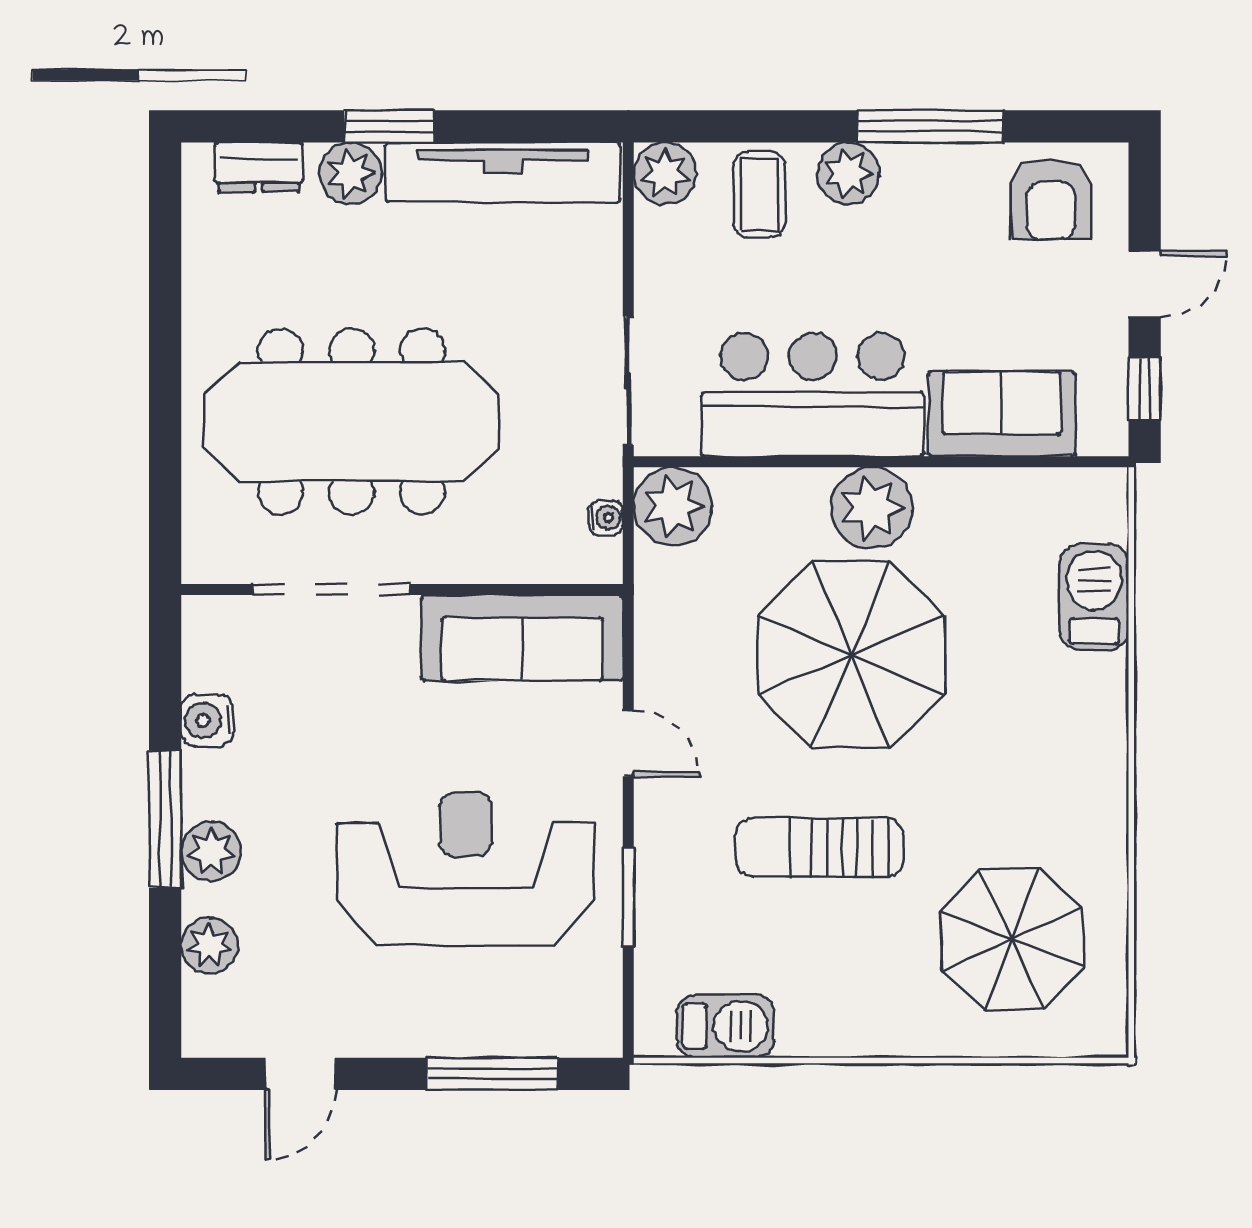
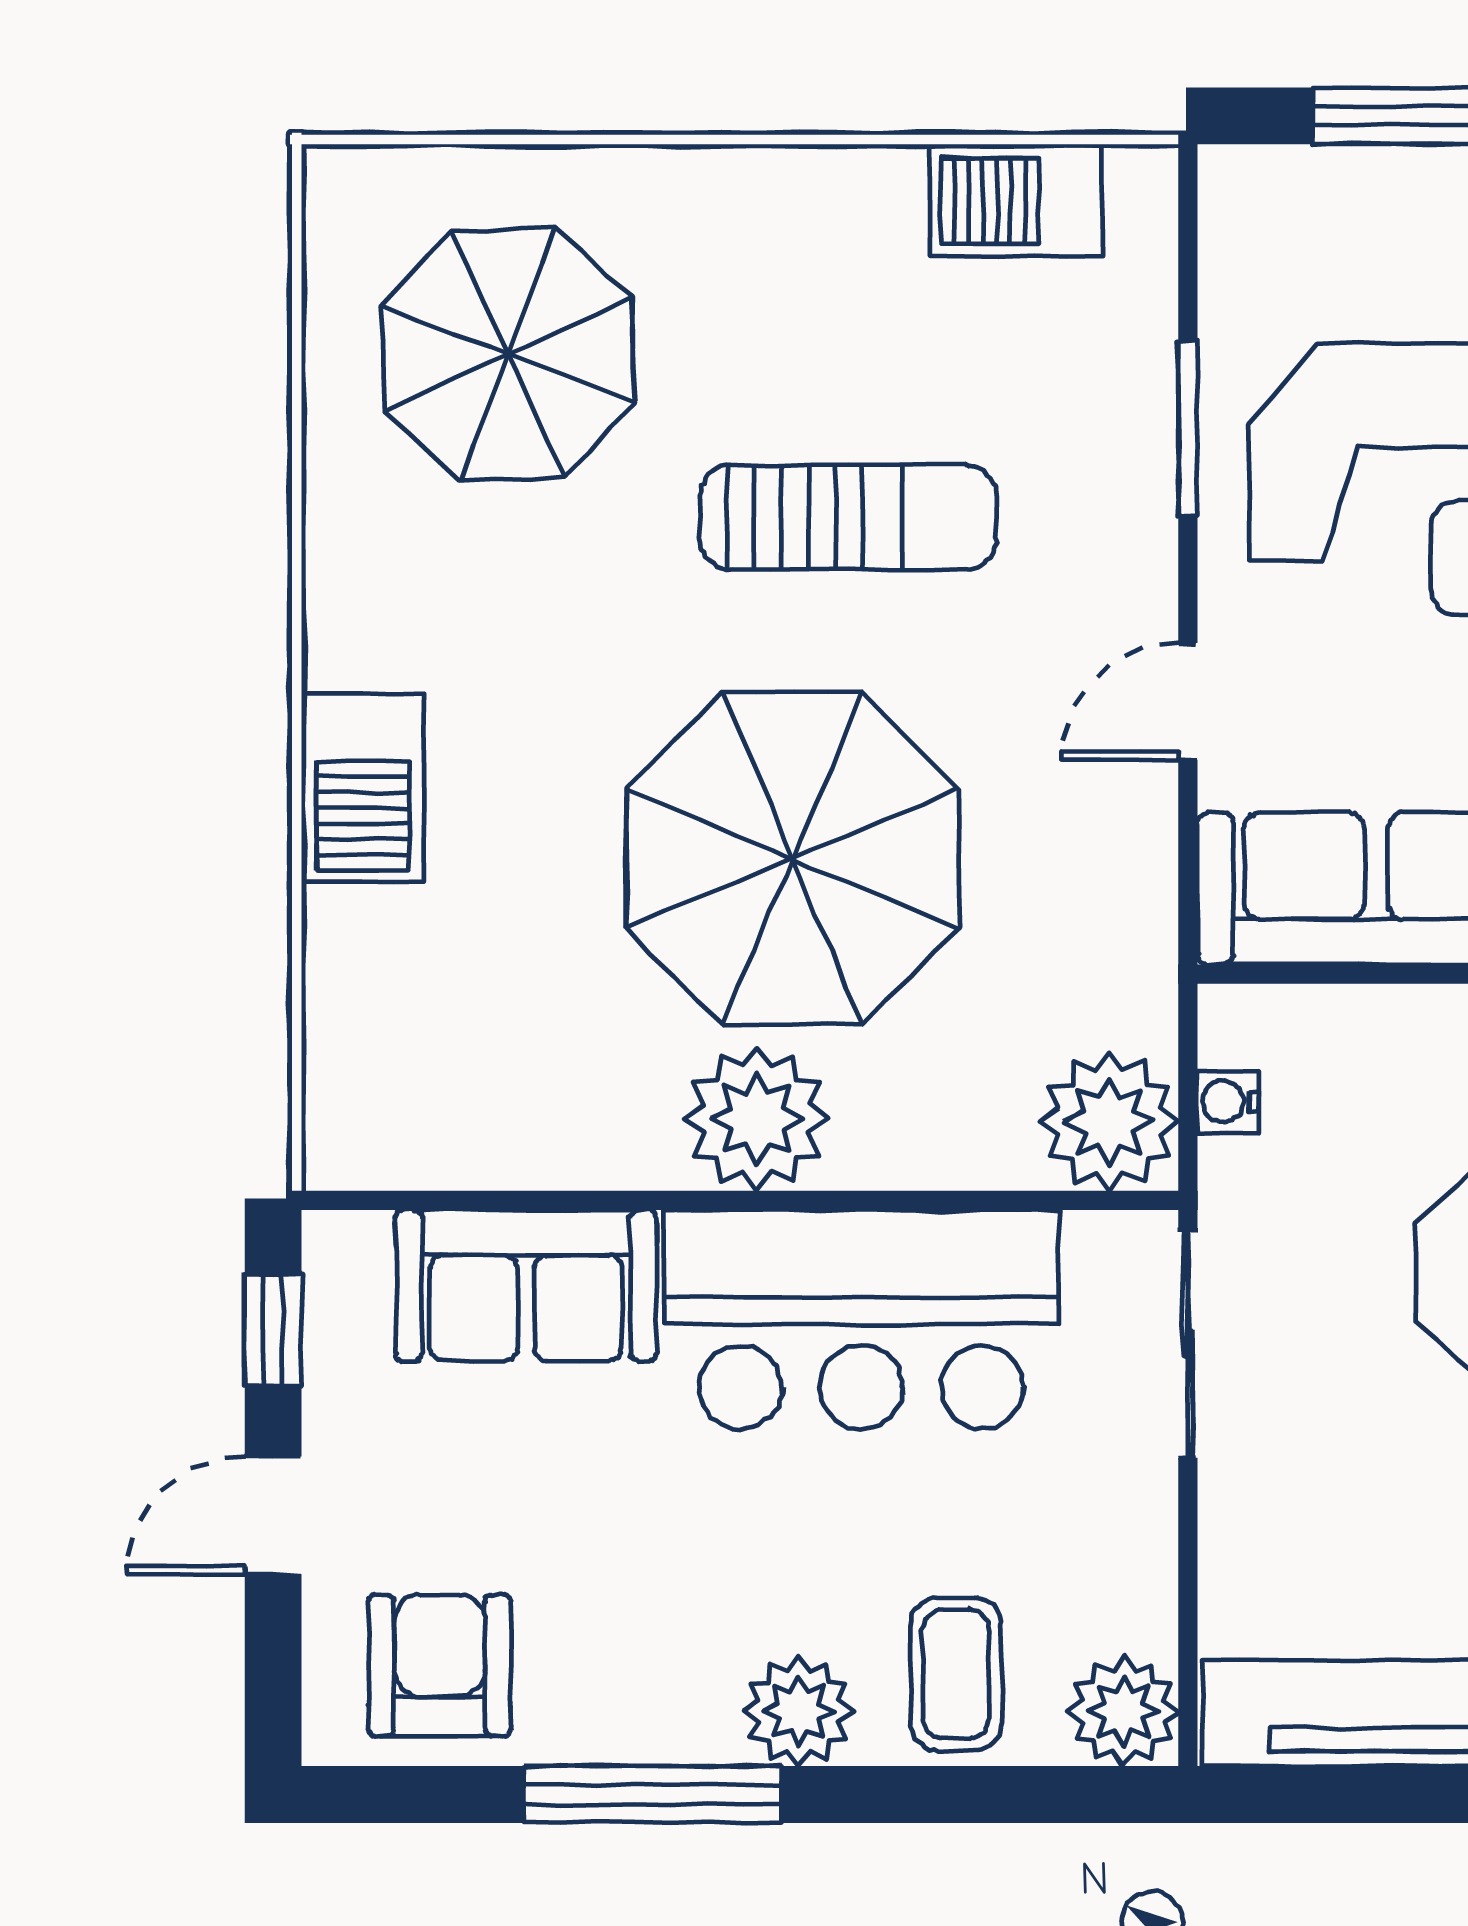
barbecue: (1094, 597) -> (363, 788), moved
door: (628, 743) -> (1188, 701), hinge flipped

